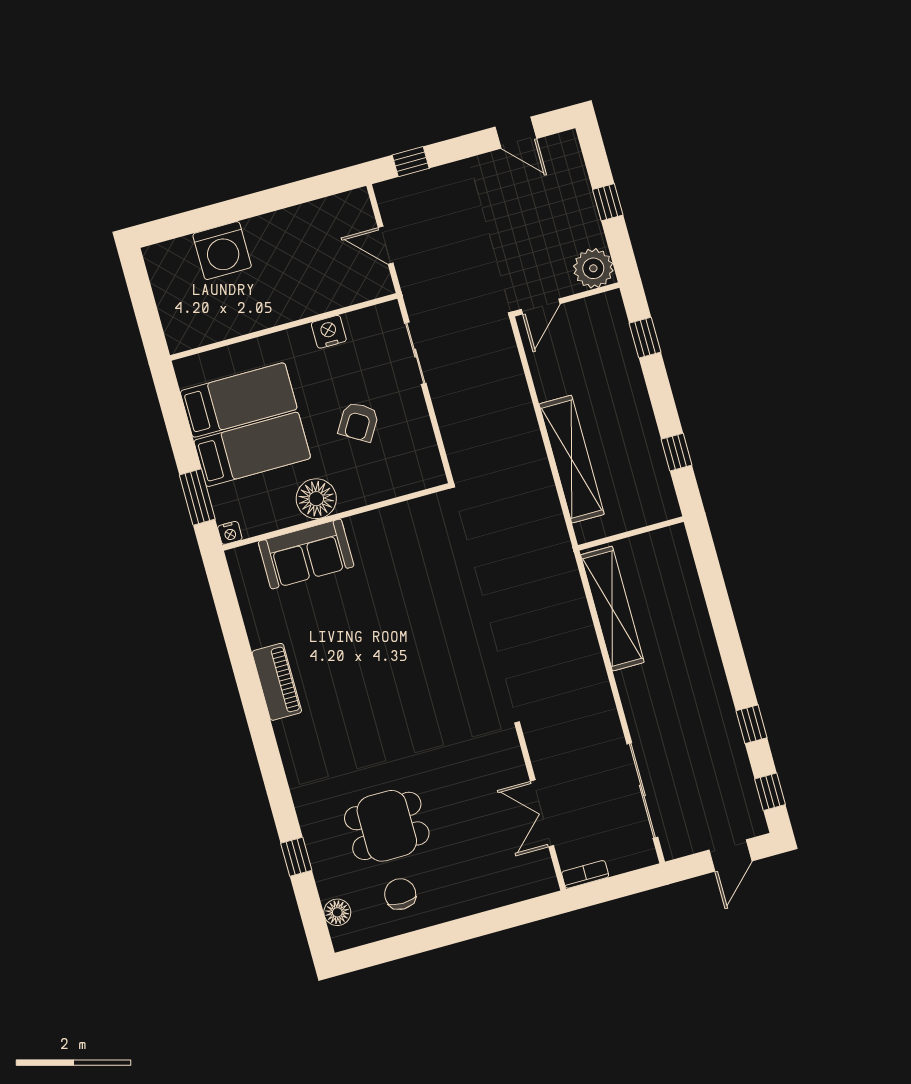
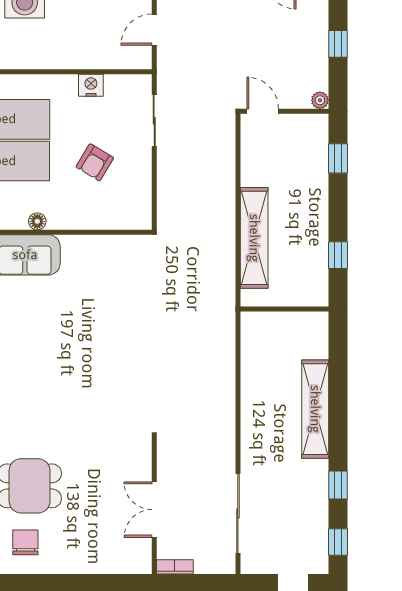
door: (386, 245) -> (154, 30), hinge flipped
plant: (593, 268) -> (320, 100), width x0.53, depth x0.53
door: (541, 307) -> (263, 111), swing flipped
floor lamp: (316, 499) -> (37, 221), width x0.53, depth x0.53
shelving: (612, 609) -> (315, 409), moved

